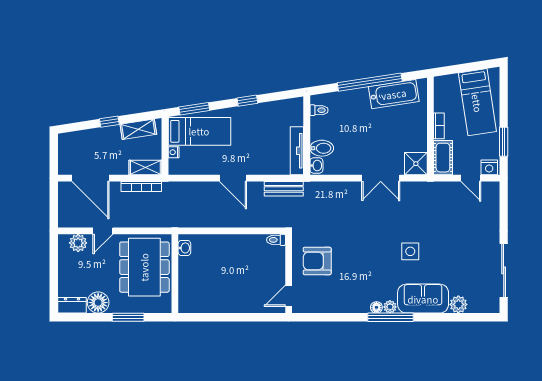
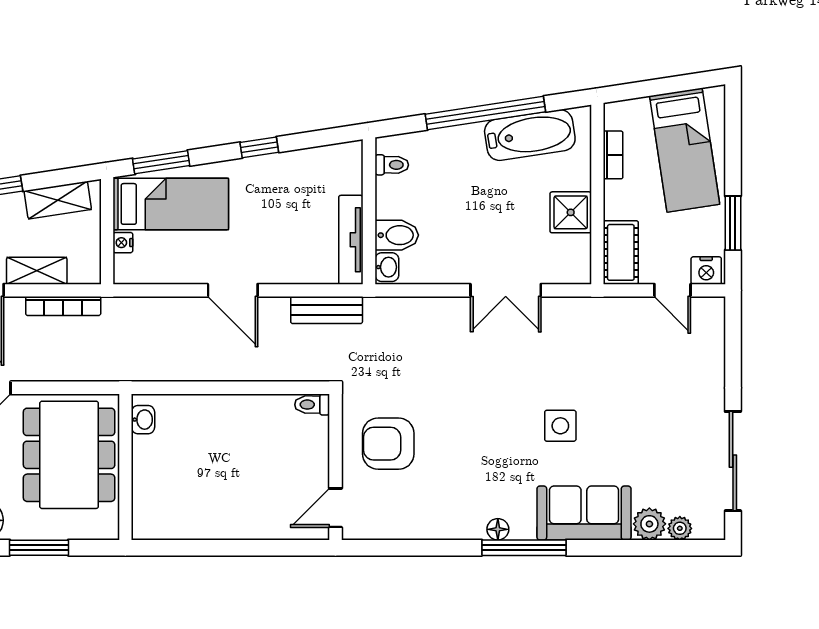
bookcase: (439, 126) -> (613, 155), moved
shower: (416, 164) -> (571, 212), moved
shelving: (145, 167) -> (37, 271), moved
plant: (390, 307) -> (680, 528), moved

